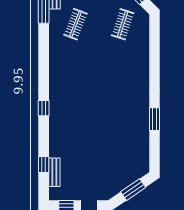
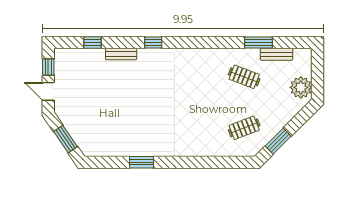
clothes rail: (123, 24) -> (244, 128), turned -39
bench: (54, 172) -> (121, 54), moved

